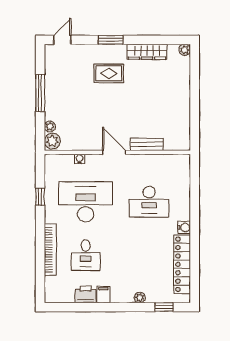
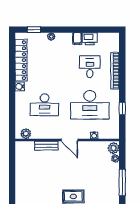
plant: (175, 161) -> (26, 134), added
desk: (149, 202) -> (45, 105), turned 180

